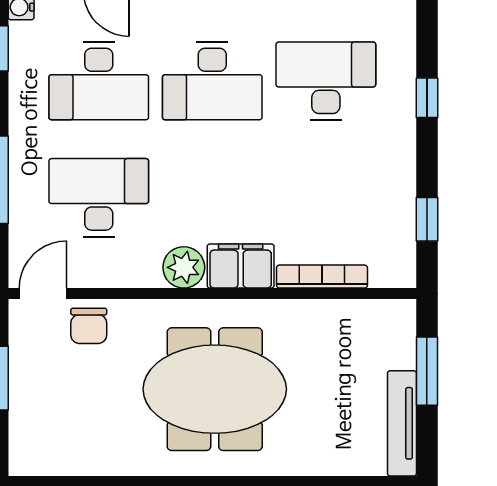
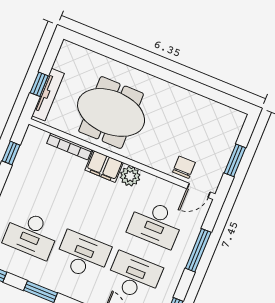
window: (427, 371) -> (39, 84), width x0.67
meeting table: (215, 389) -> (111, 112), moved
tv unit: (402, 423) -> (48, 95), moved

